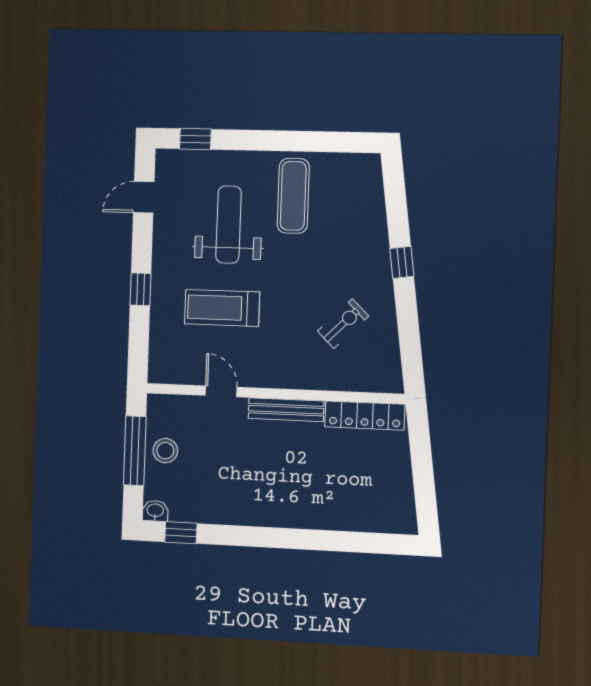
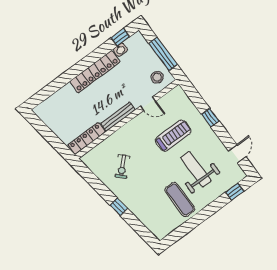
weight bench: (229, 225) -> (196, 169), turned 180
stool: (165, 451) -> (157, 77), moved
washbasin: (155, 511) -> (120, 50), moved
locker: (265, 512) -> (95, 72), added

